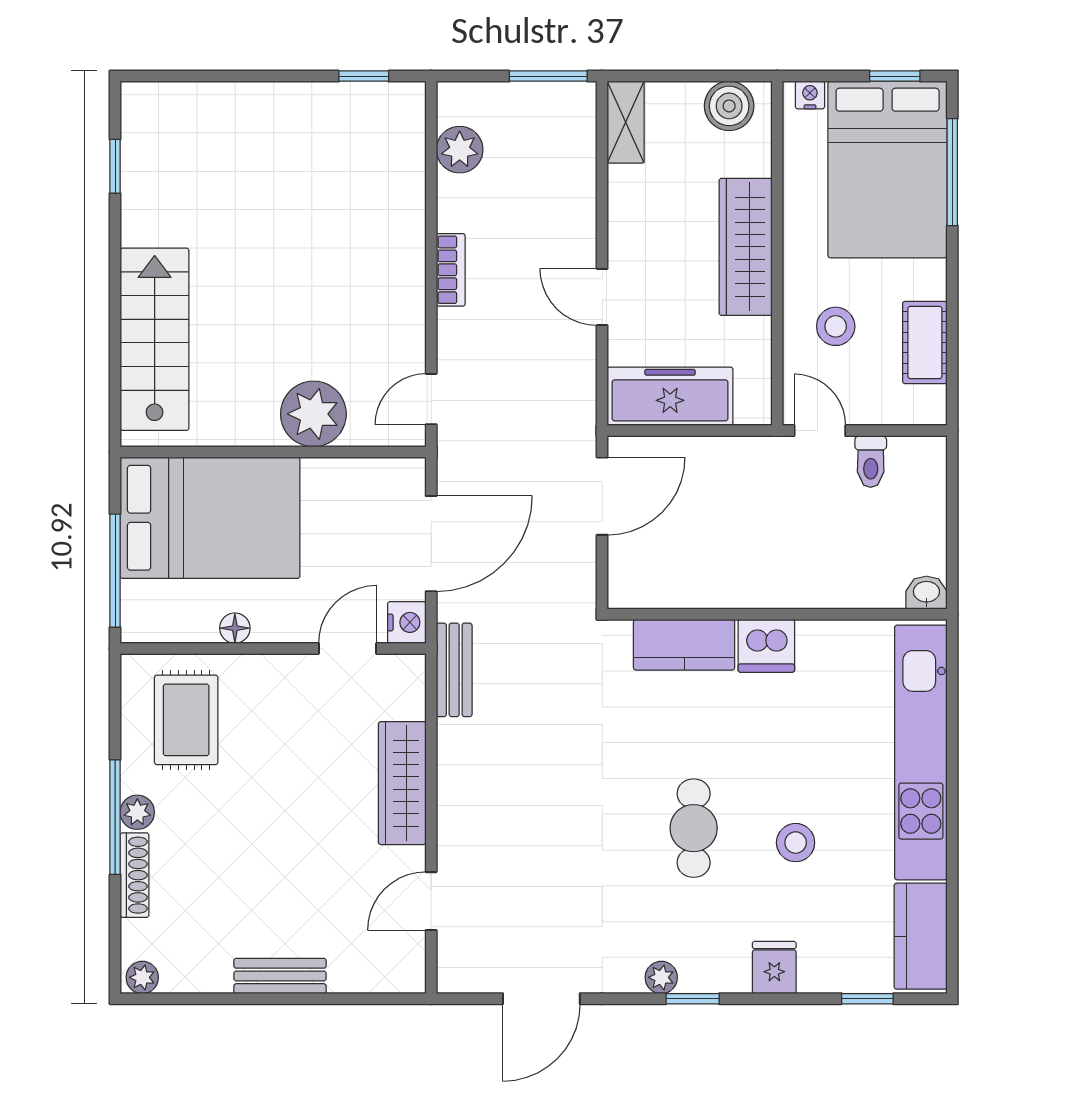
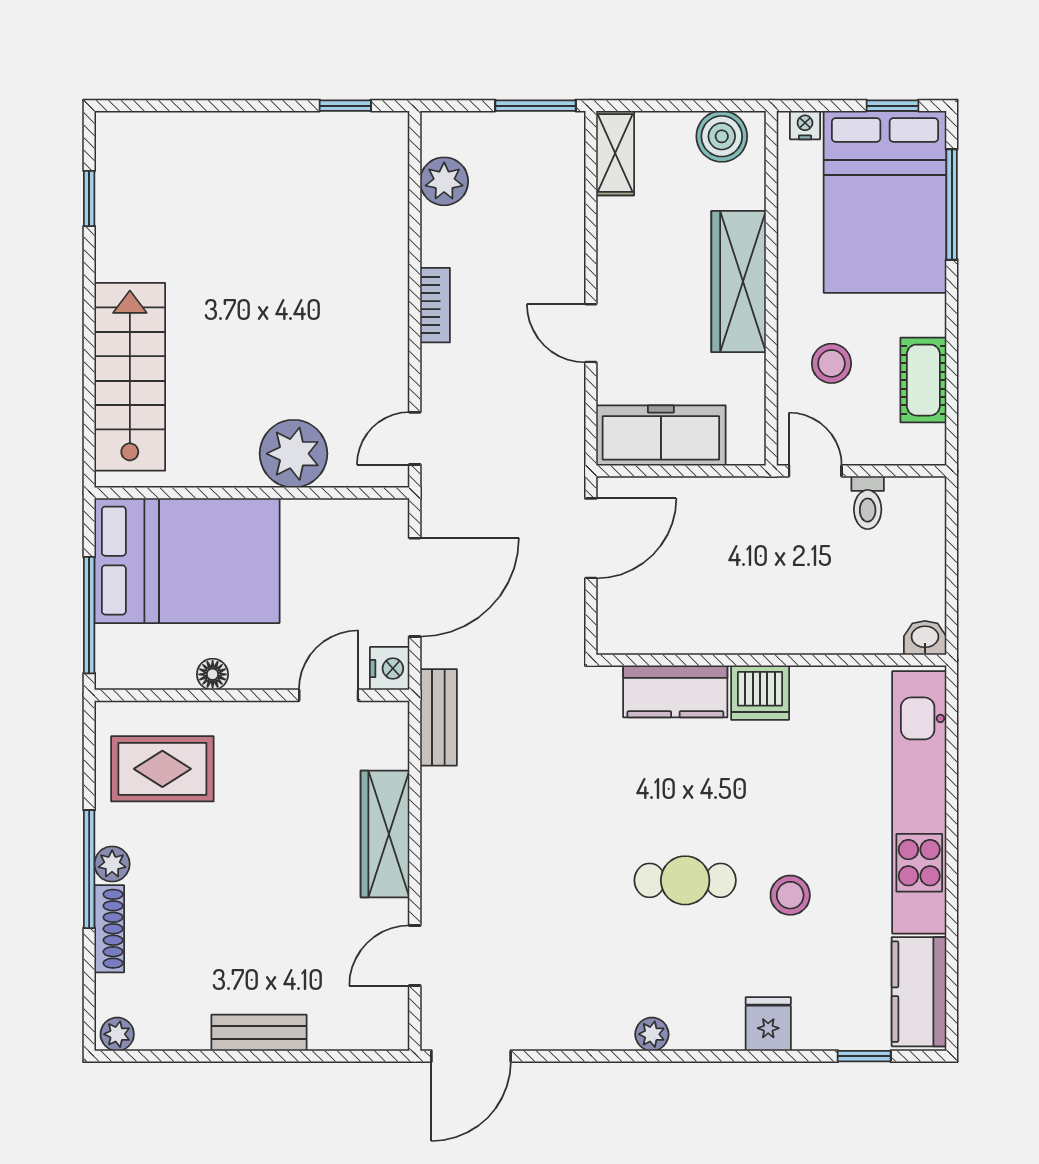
rug: (186, 720) -> (162, 769), turned 90
cafe table: (694, 828) -> (685, 880), turned 90
door: (541, 999) -> (471, 1056), moved
window: (693, 999) -> (684, 1056), removed

